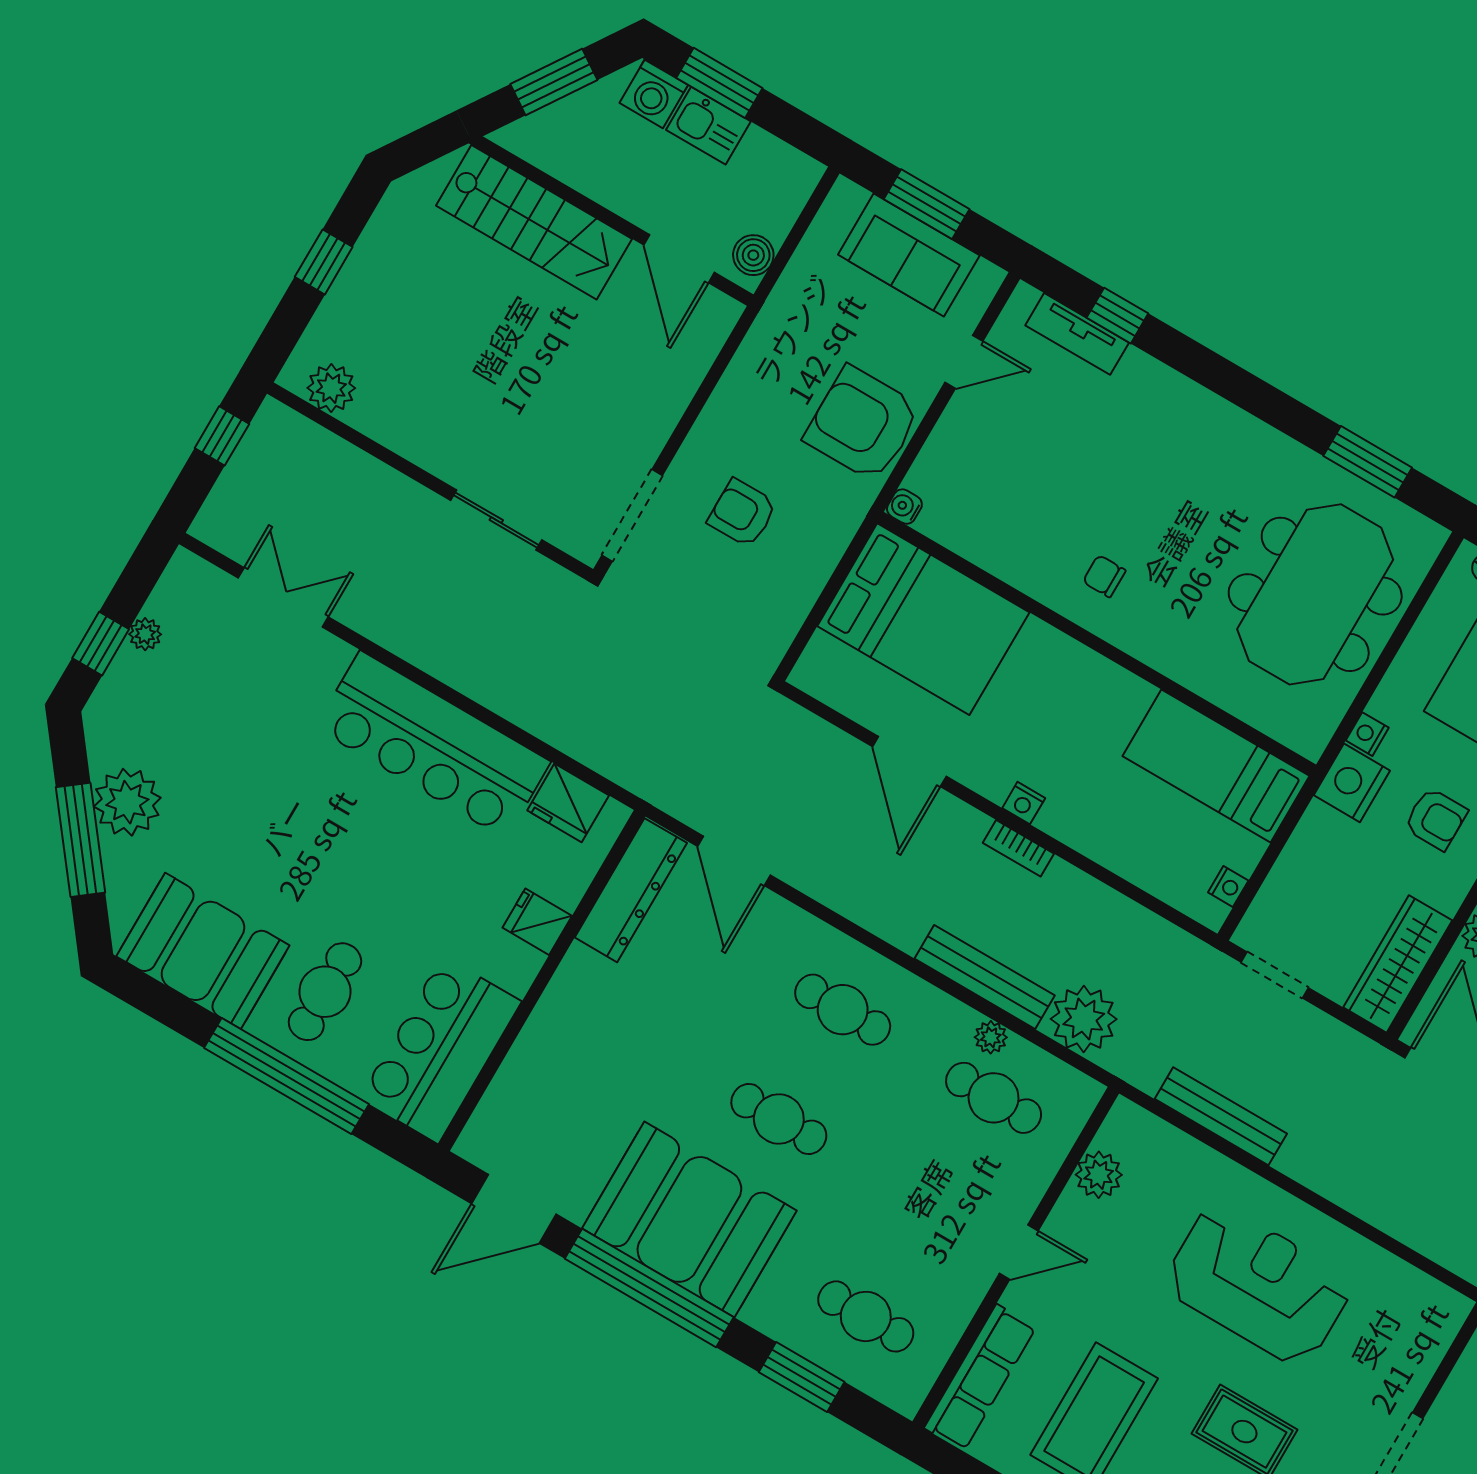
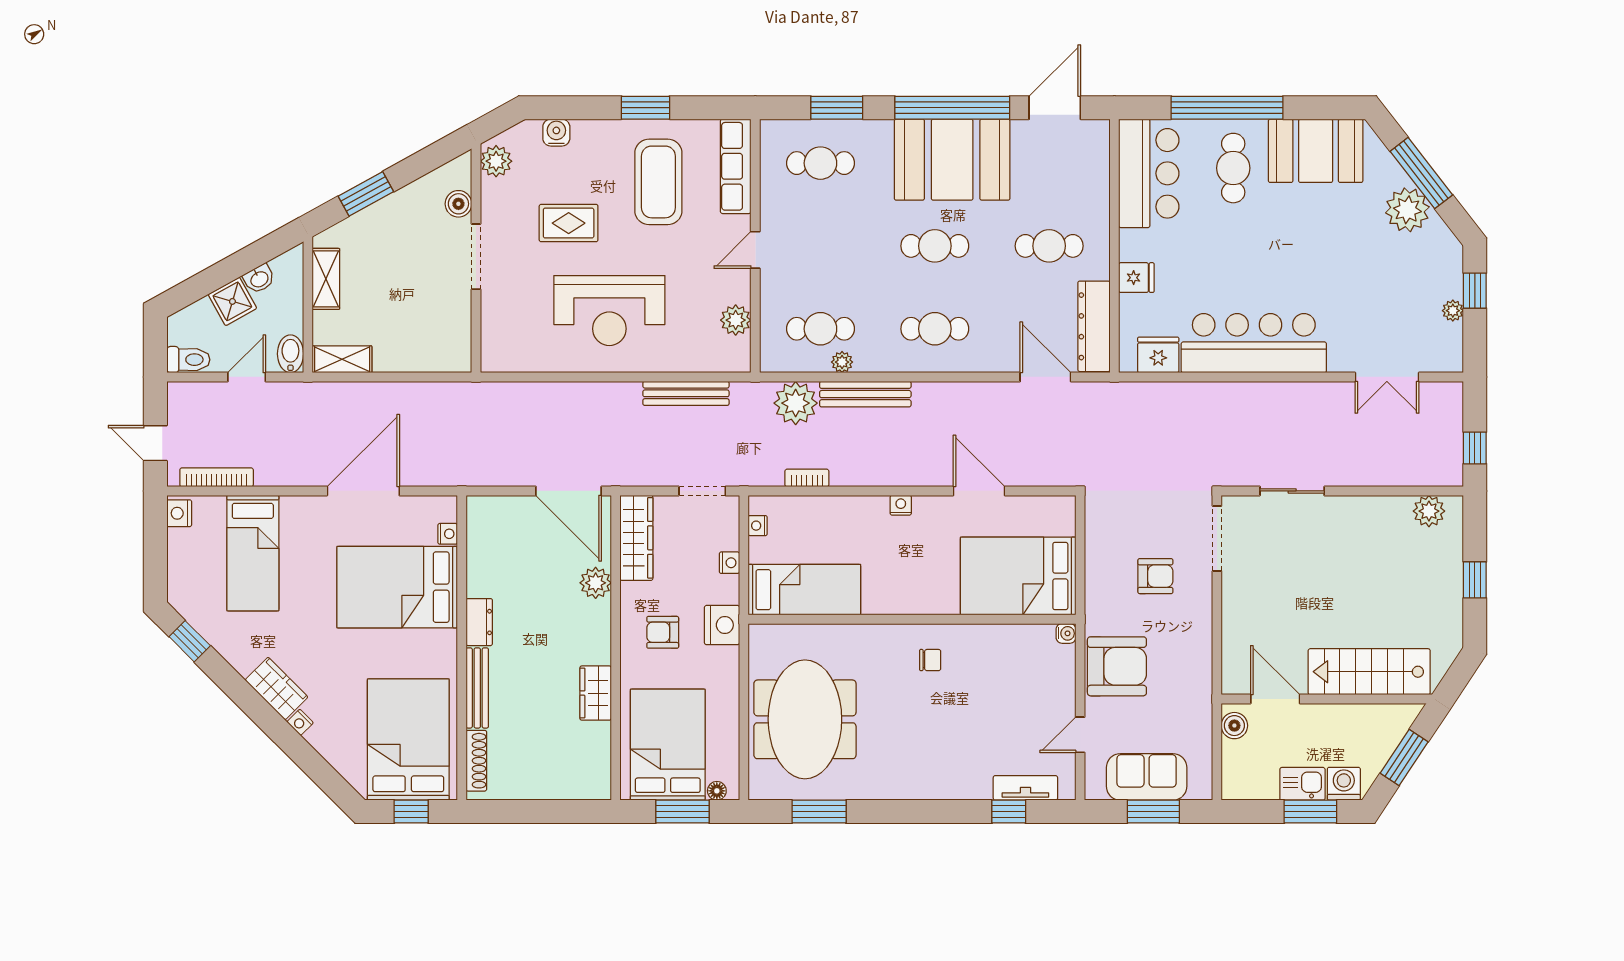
nightstand: (1367, 734) -> (729, 563), moved
bookcase: (1018, 848) -> (807, 478), moved
cafe table: (628, 1031) -> (1049, 246), added

